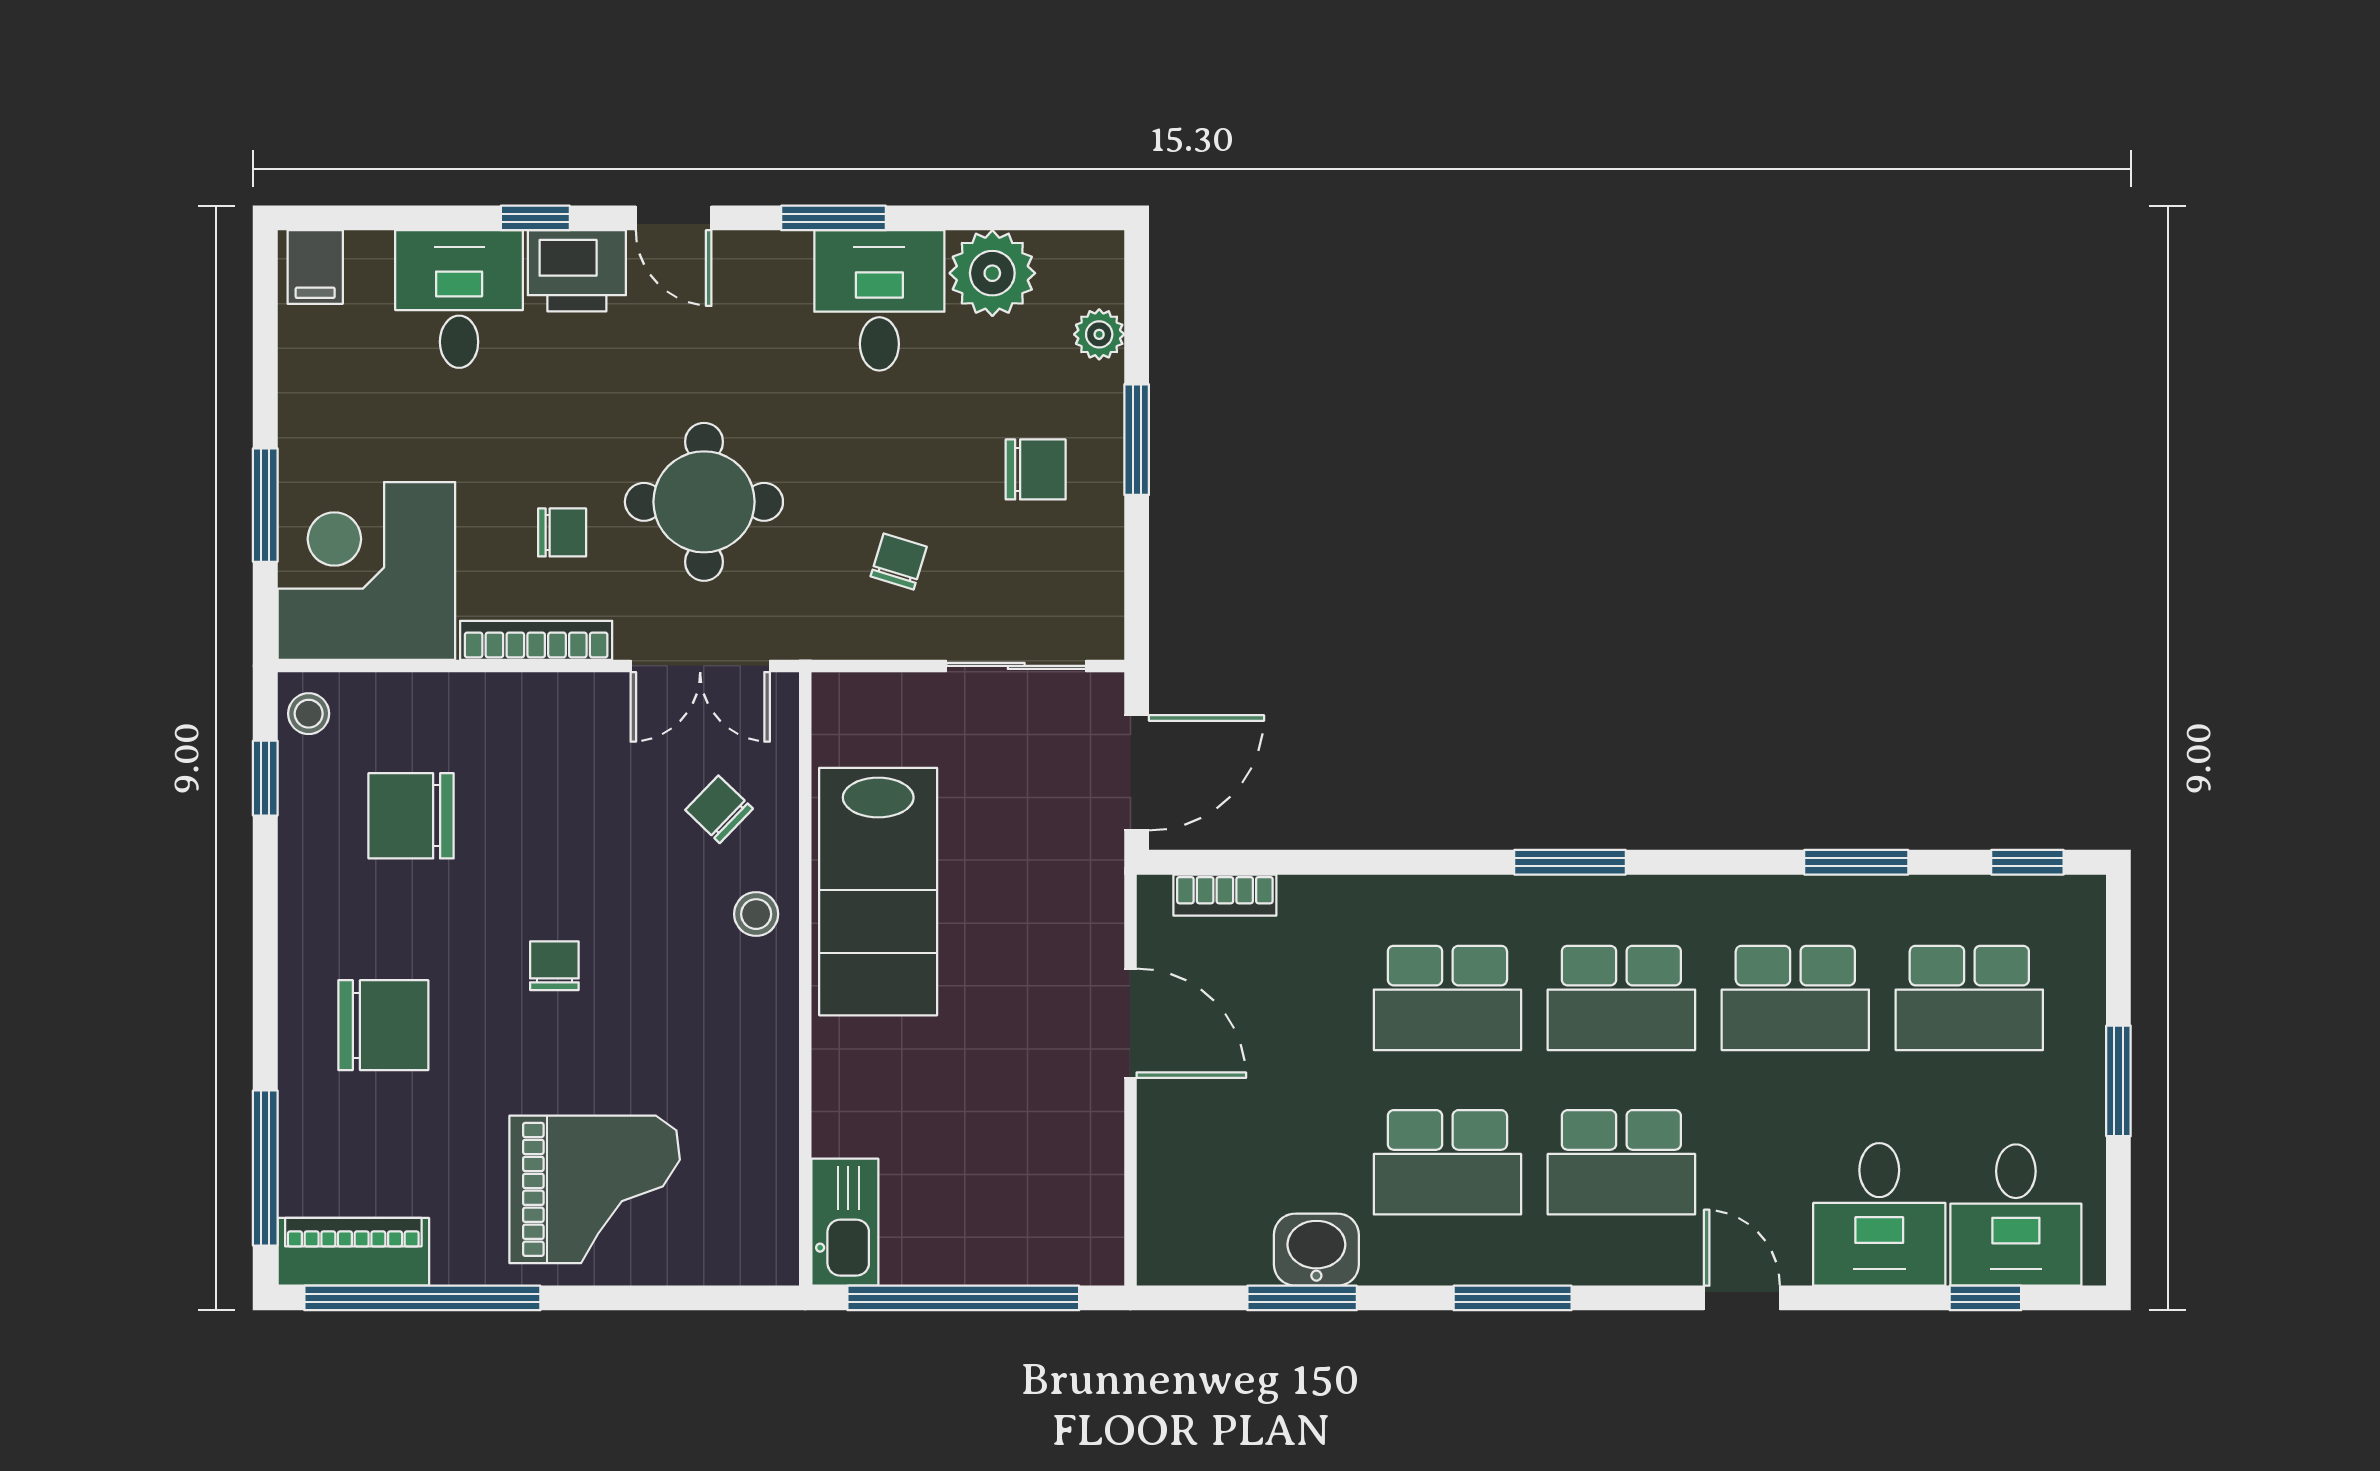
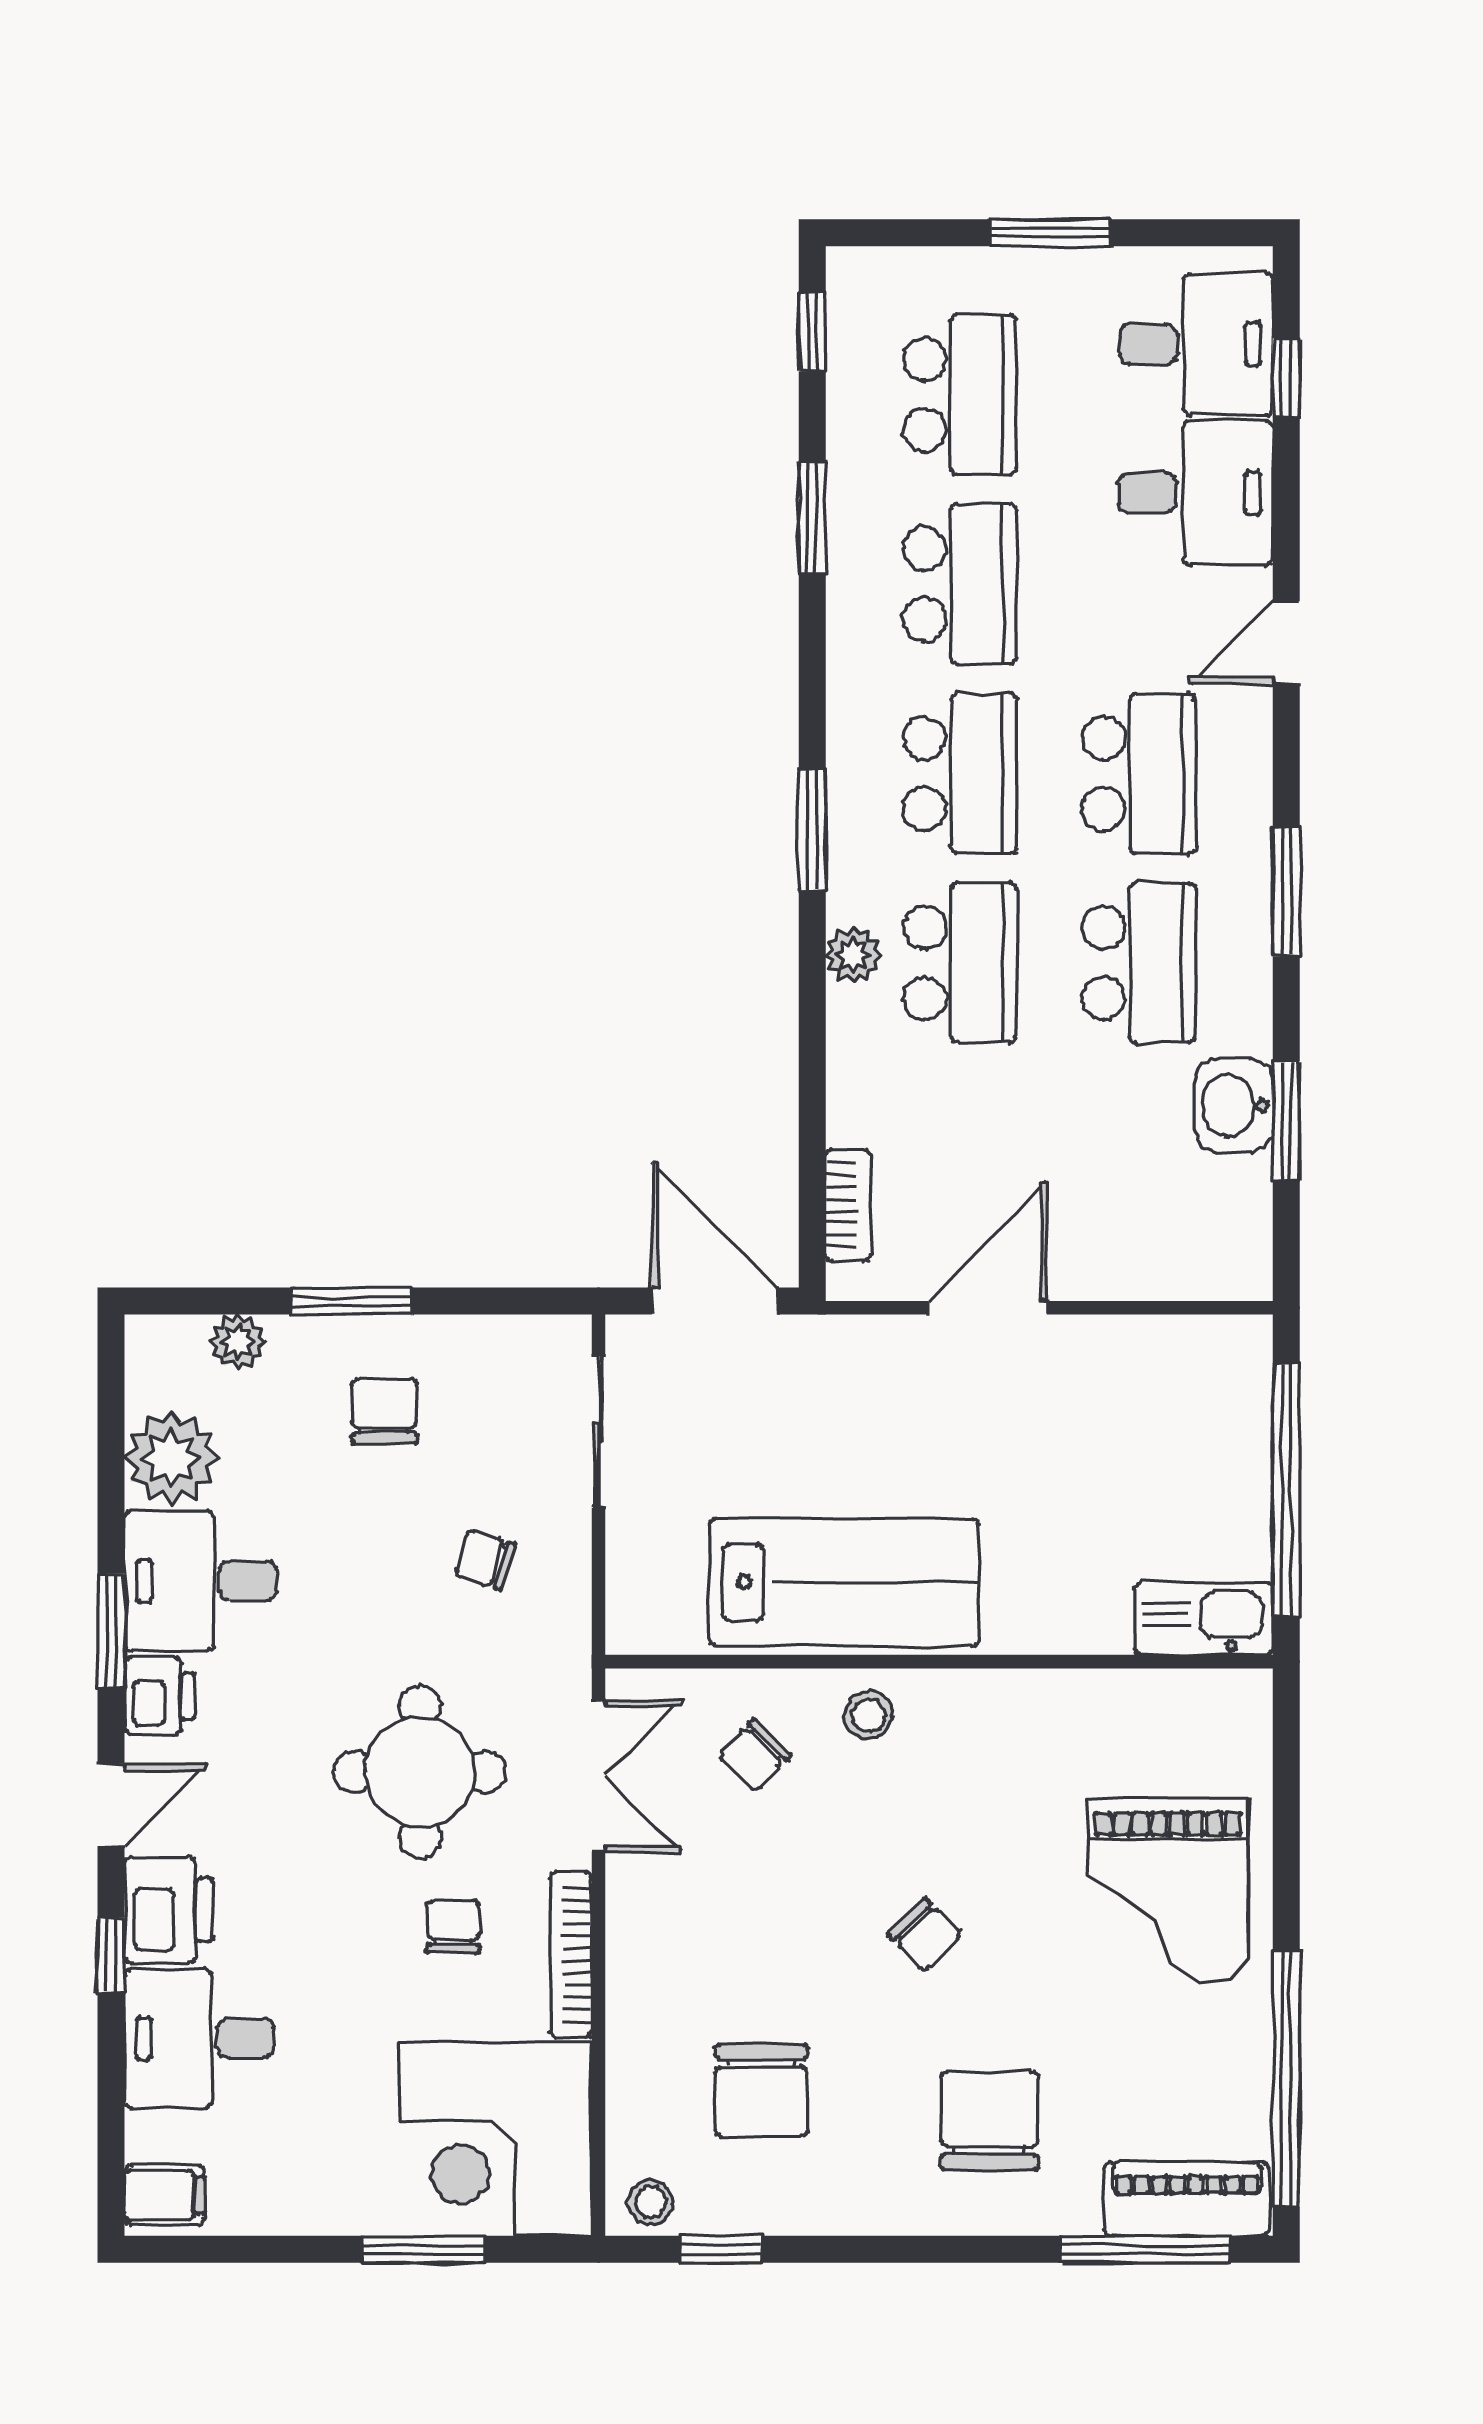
printer: (774, 263) -> (160, 1696), added
plant: (1455, 900) -> (853, 955), added
chair: (554, 966) -> (925, 1935), turned -135
grand piano: (595, 1189) -> (1168, 1891), turned 180
piano: (353, 1252) -> (1187, 2199), moved, turned 90

